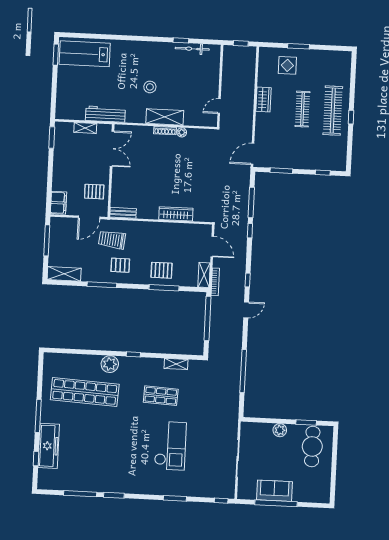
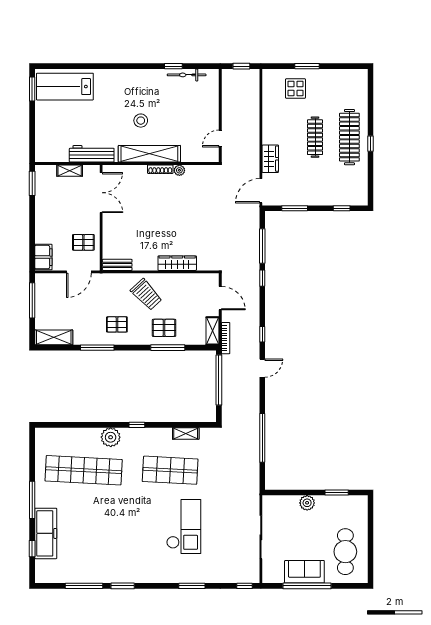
wardrobe: (263, 100) -> (270, 159), moved
shelving: (165, 117) -> (149, 154), width x1.47
trolley: (112, 240) -> (146, 295), moved, turned -139
shop shelf: (161, 396) -> (170, 470), width x1.43, depth x1.36
cafe table: (312, 446) -> (345, 552), moved

